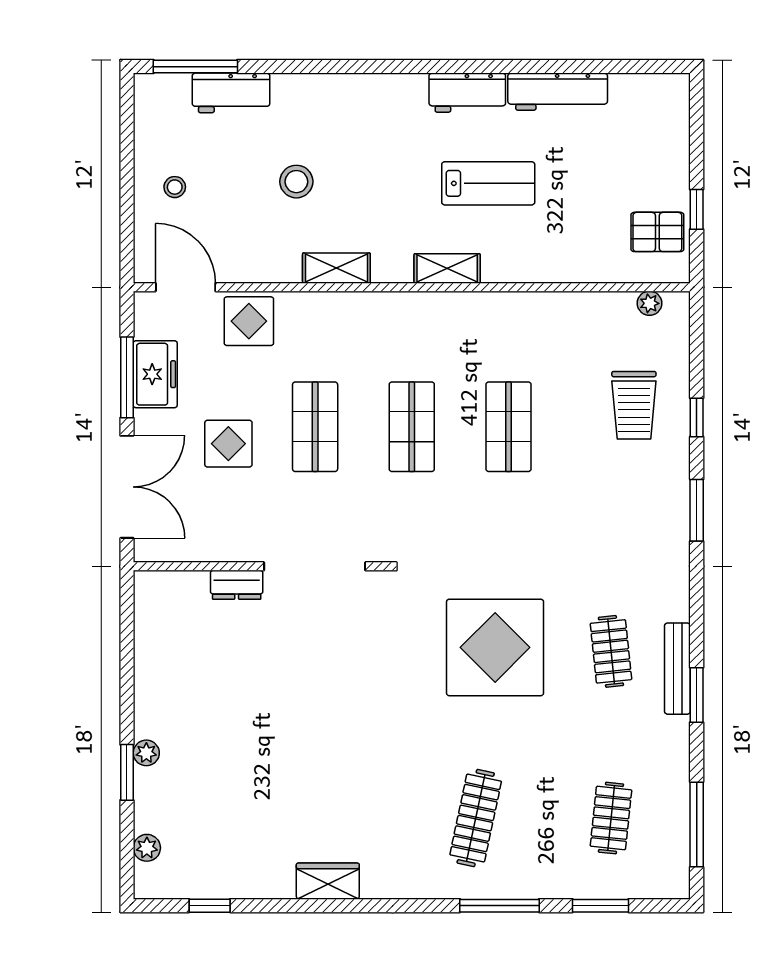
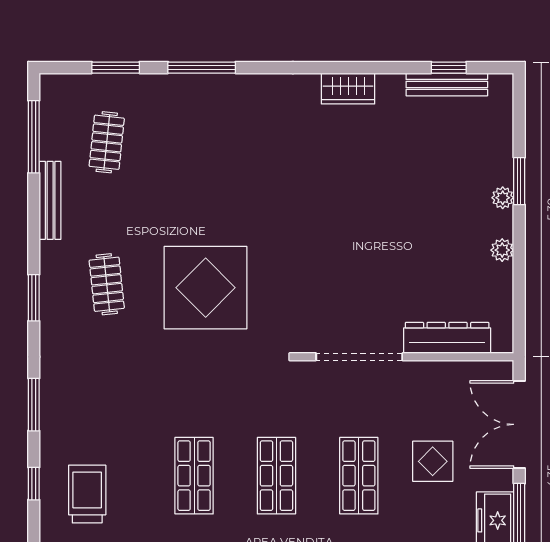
dresser: (237, 585) -> (447, 338), width x1.96, depth x1.24
bench: (677, 669) -> (50, 200), moved
window: (697, 695) -> (34, 298), moved
clothes rail: (476, 818) -> (222, 142), removed
plant: (147, 848) -> (502, 250), moved
bench: (212, 886) -> (447, 84), added

